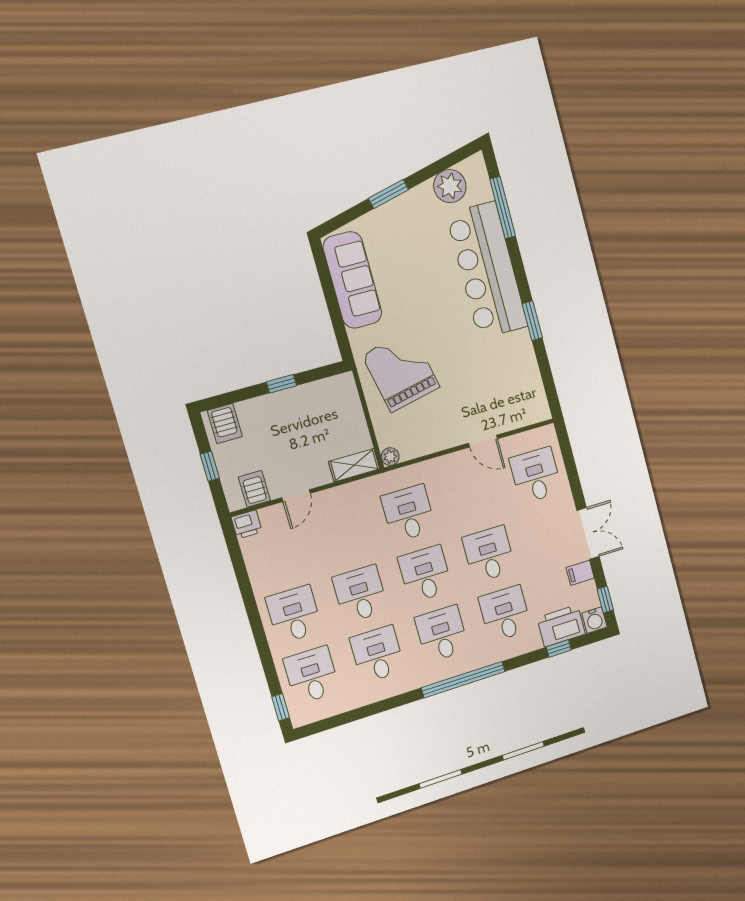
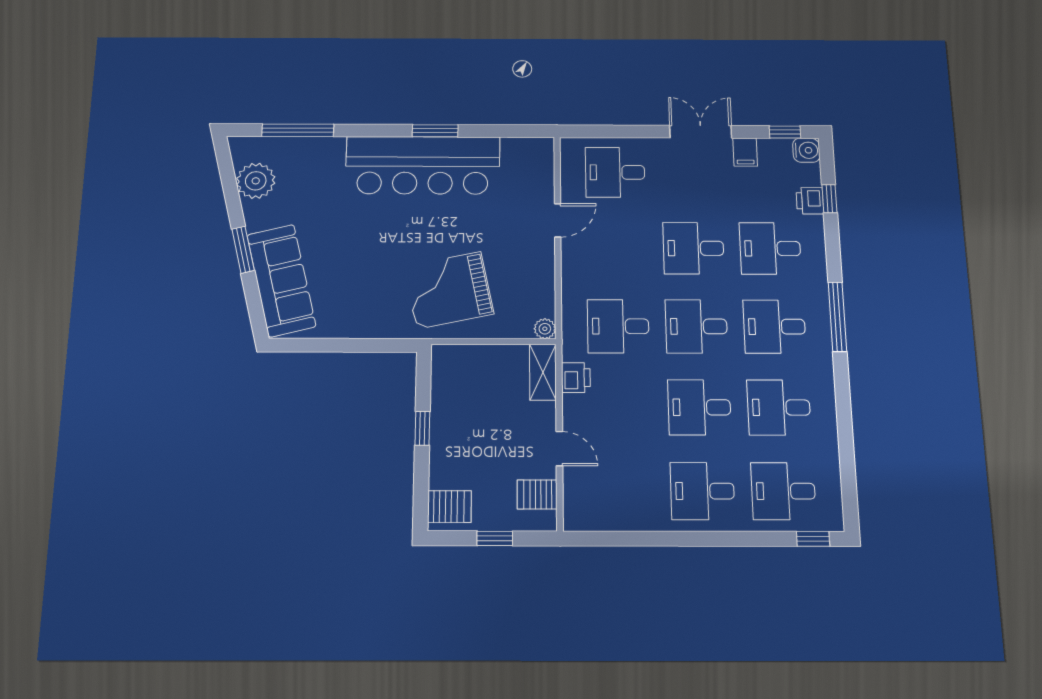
bar counter: (487, 270) -> (423, 165), moved
sofa: (352, 280) -> (281, 280), moved, turned 76
printer: (247, 524) -> (576, 378), moved
printer: (561, 626) -> (810, 201), width x0.53, depth x0.68
window: (463, 680) -> (837, 317), width x0.68

